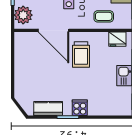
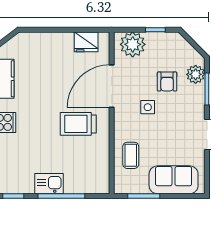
fridge: (117, 39) -> (86, 42), moved, turned -90

